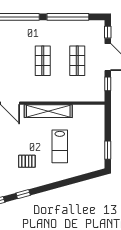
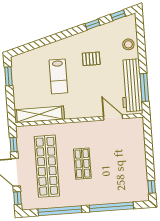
shop shelf: (77, 61) -> (47, 166), width x2.00, depth x1.36
shelving: (48, 111) -> (39, 114), moved
lab bench: (60, 146) -> (58, 76), turned 180

